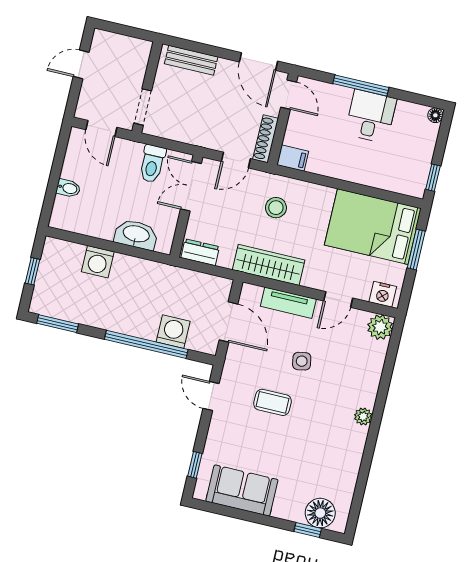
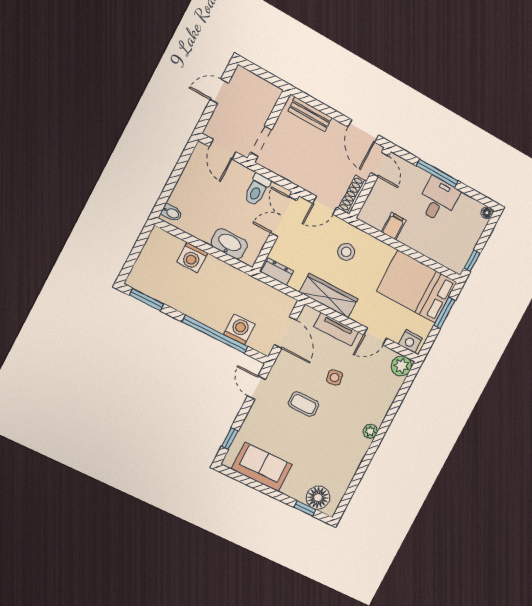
filing cabinet: (293, 158) -> (394, 226), moved, turned -90
bidet: (68, 188) -> (172, 213), moved
window: (33, 271) -> (136, 251), removed

